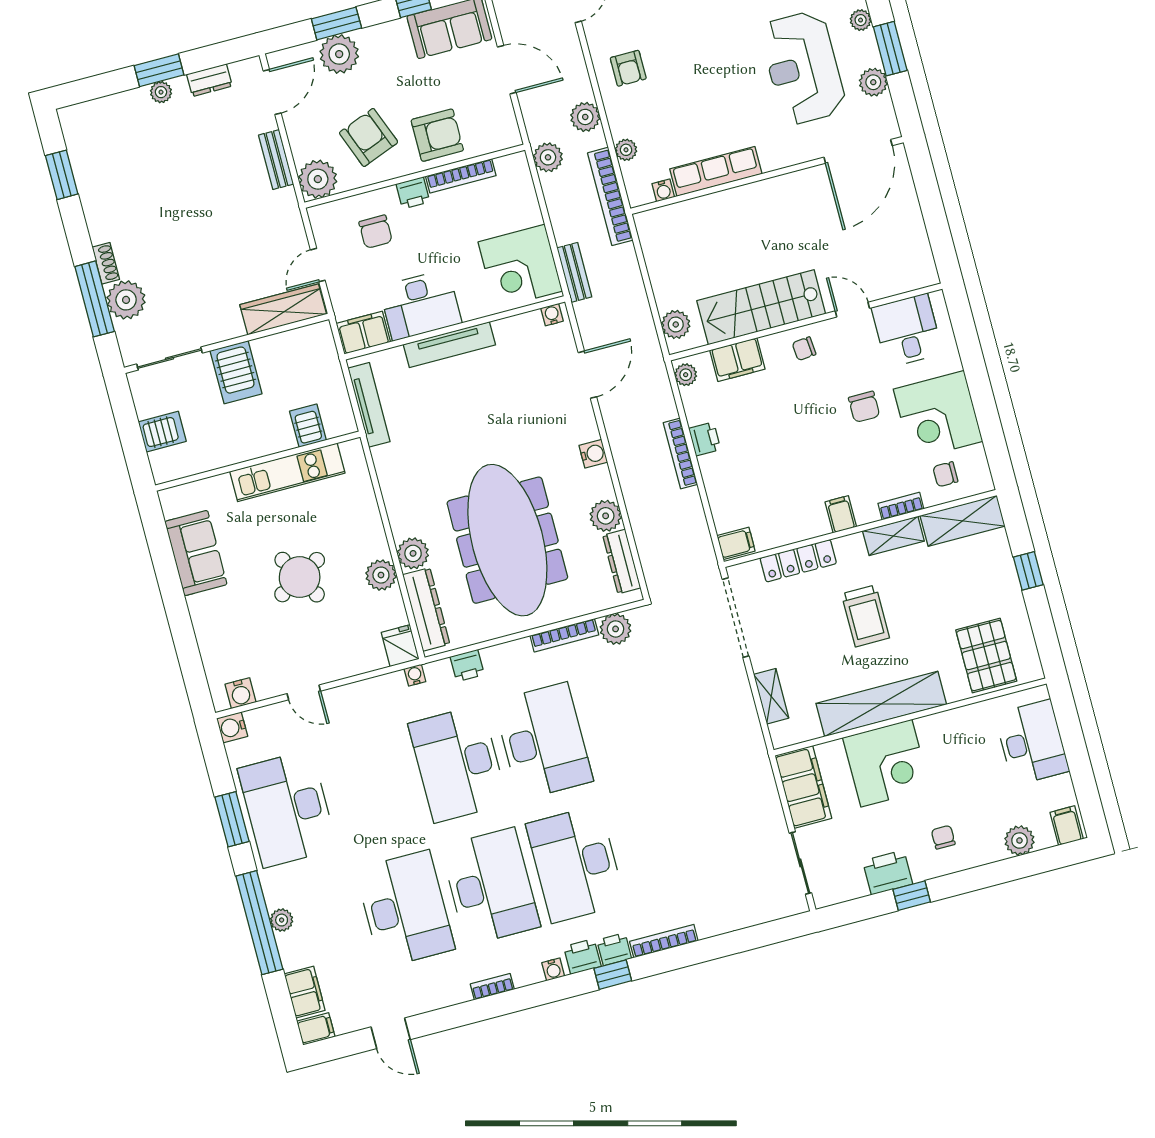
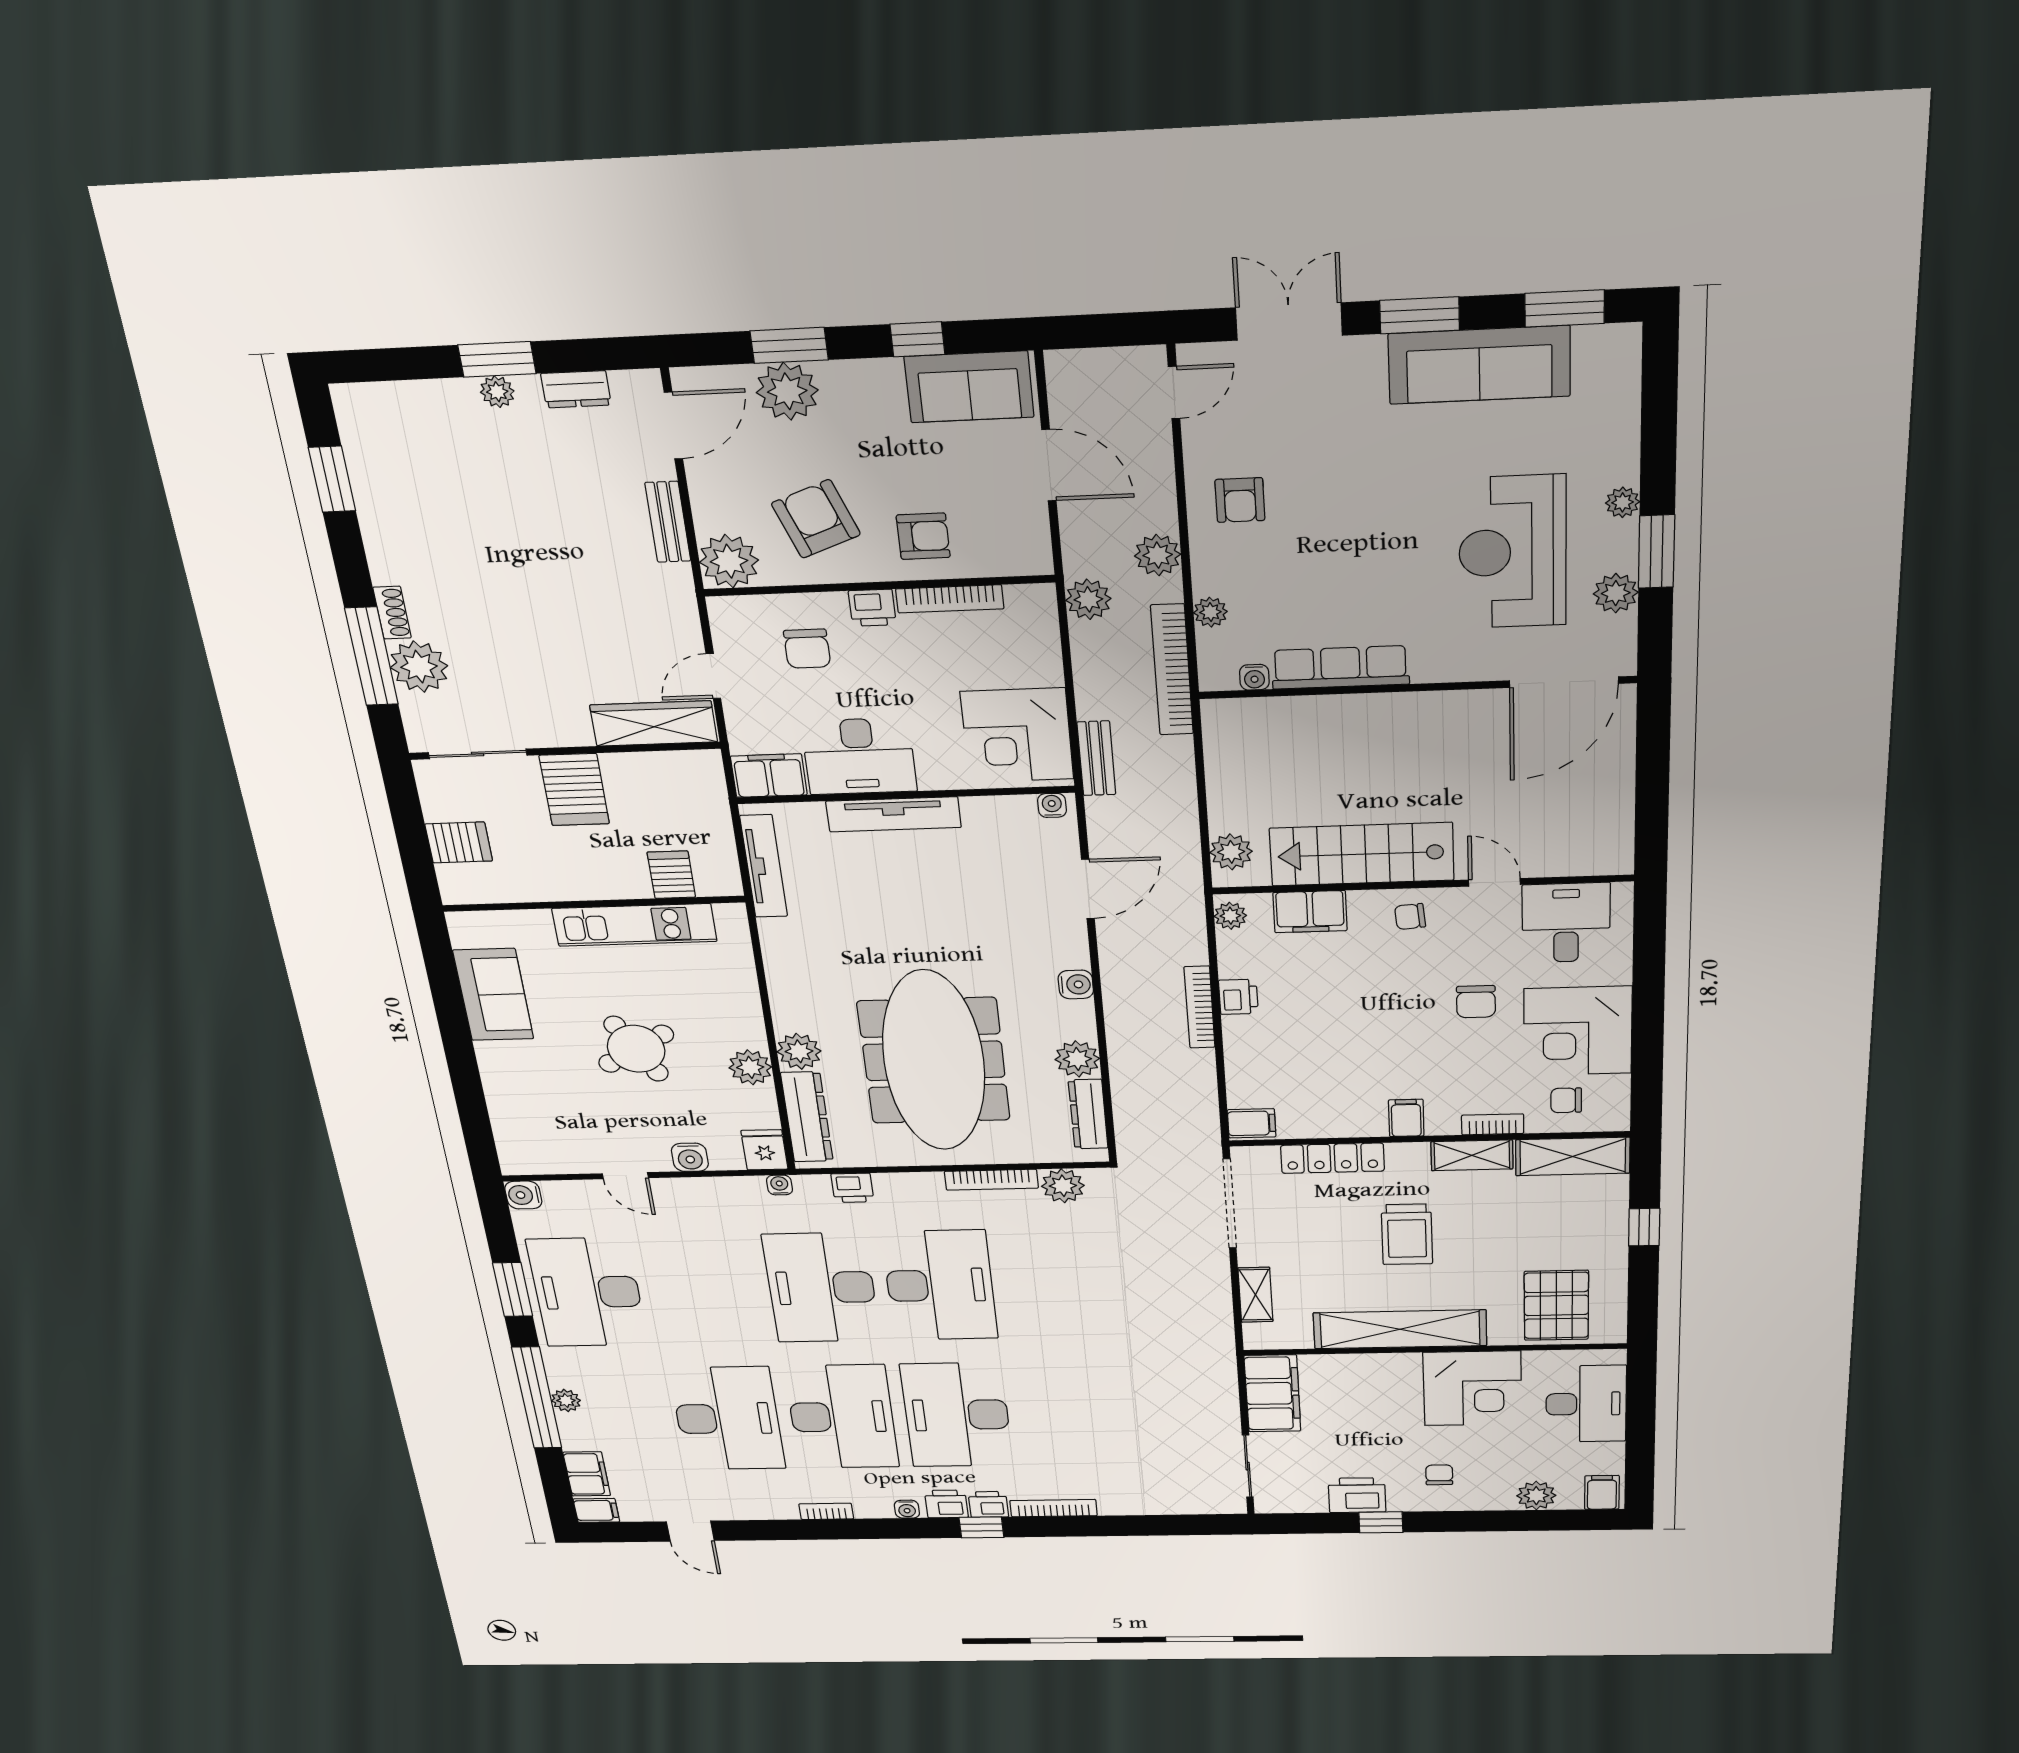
armchair: (437, 135) -> (923, 536), width x0.72, depth x0.72
water cooler: (240, 693) -> (690, 1157), moved
corner desk: (886, 763) -> (1472, 1388), moved

